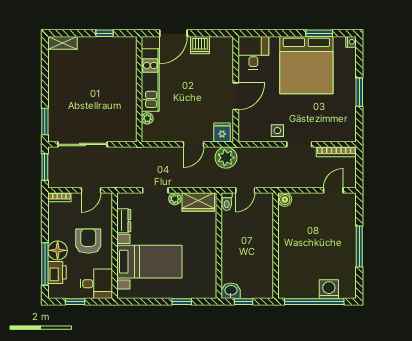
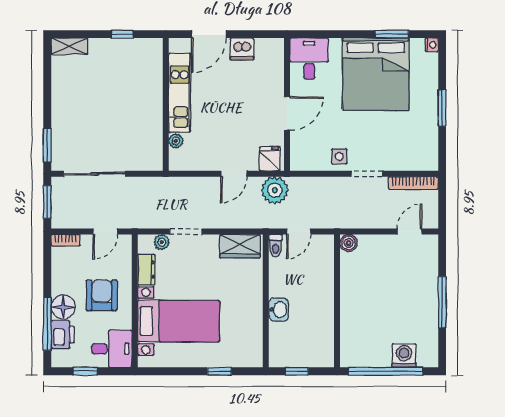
plant: (175, 199) -> (162, 242), moved
washbasin: (231, 291) -> (279, 310), moved, turned 90

